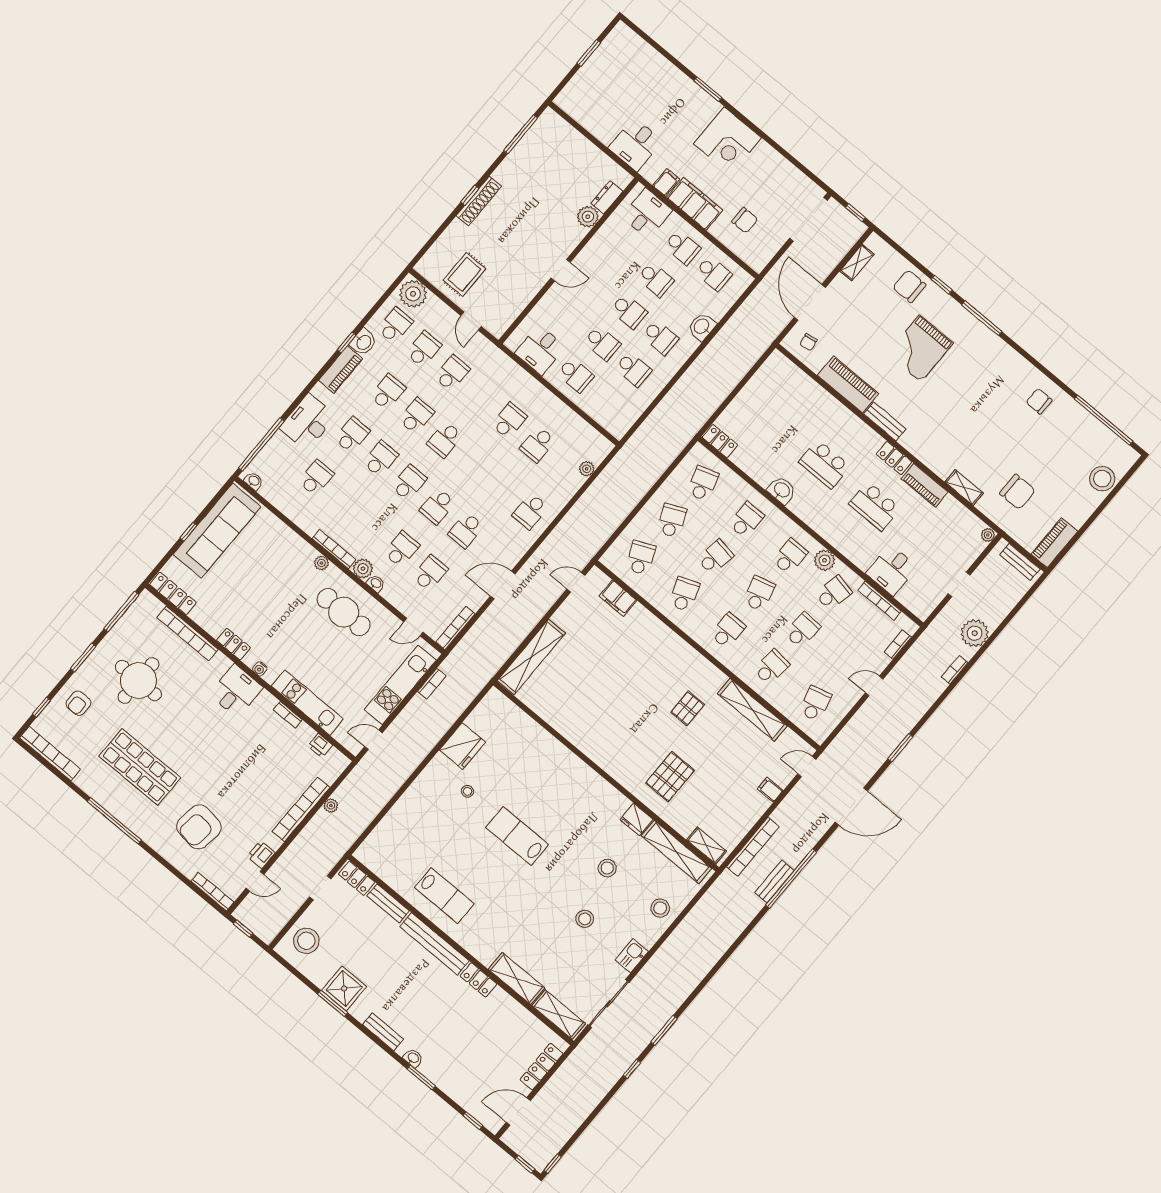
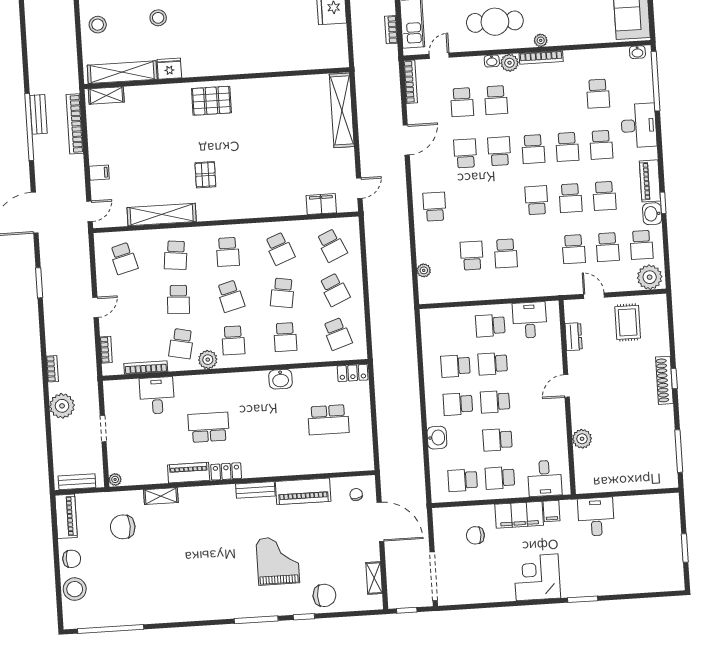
dresser: (607, 197) -> (574, 337), moved
chair: (1039, 401) -> (72, 559), moved
school desk: (824, 464) -> (328, 420), moved, turned 180
pallet: (670, 777) -> (211, 101), moved, turned 90

